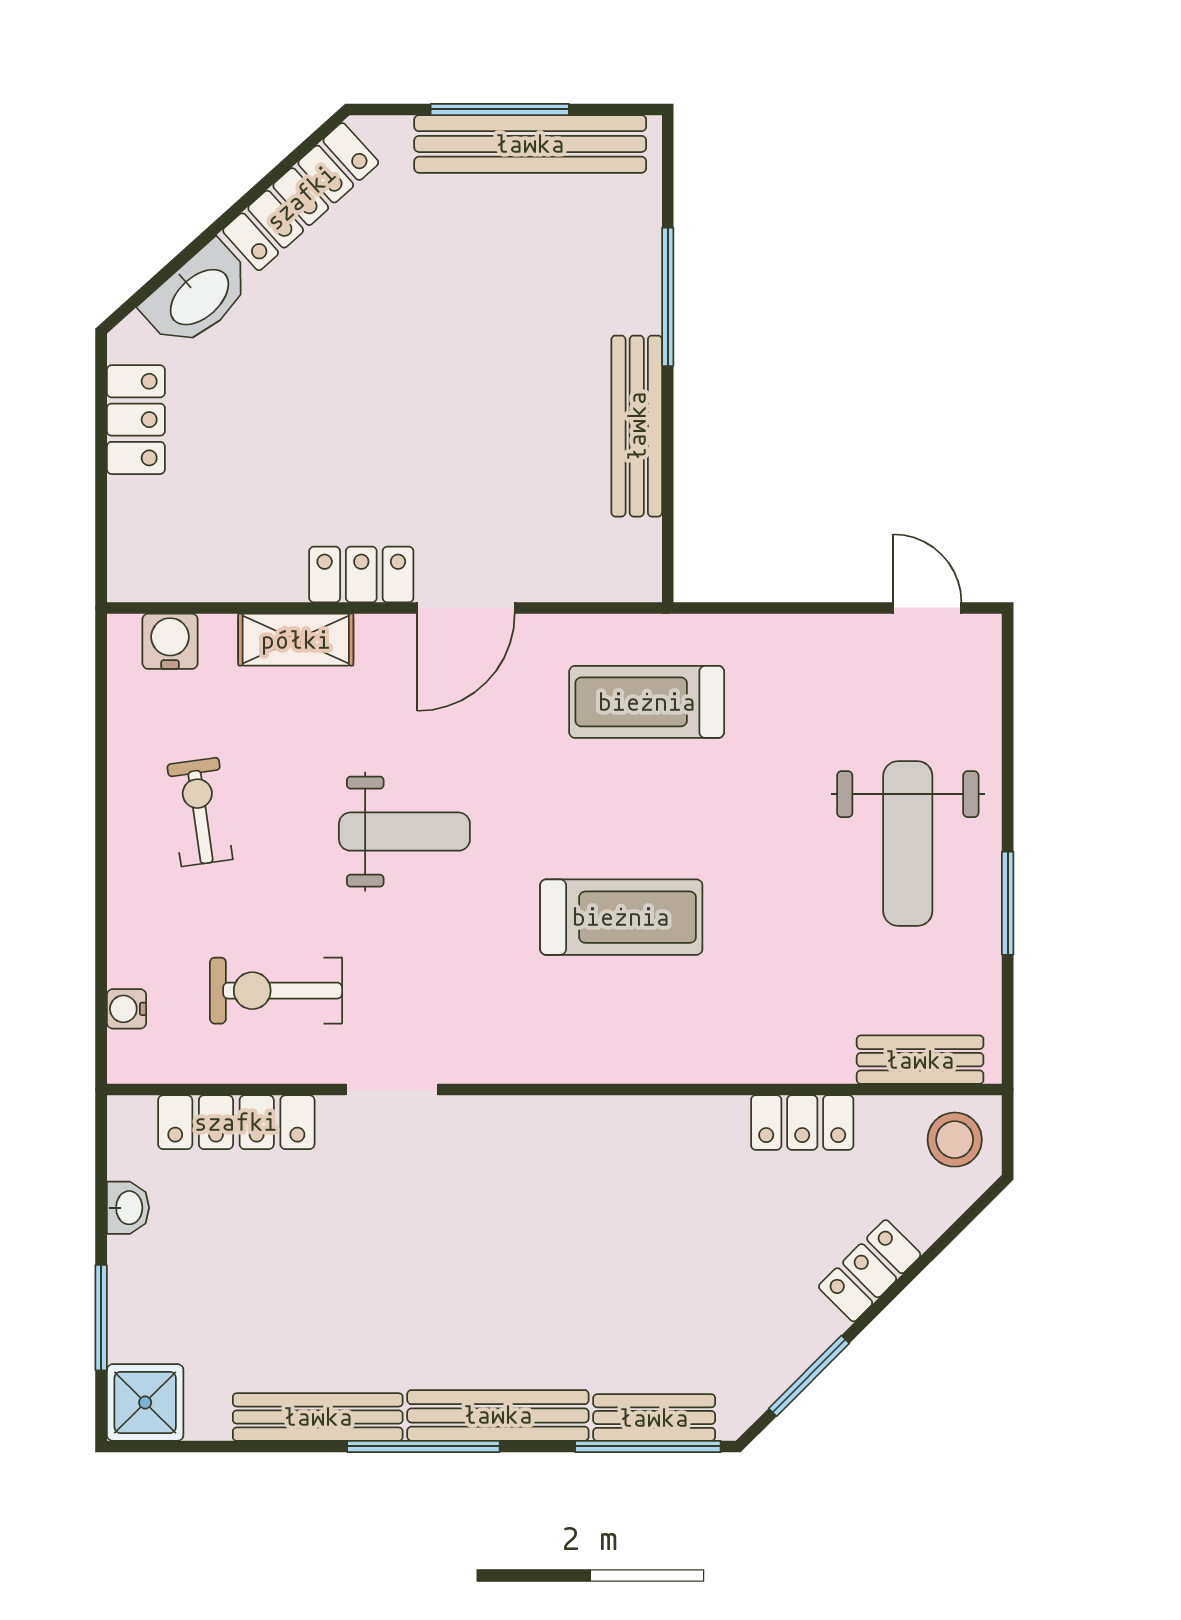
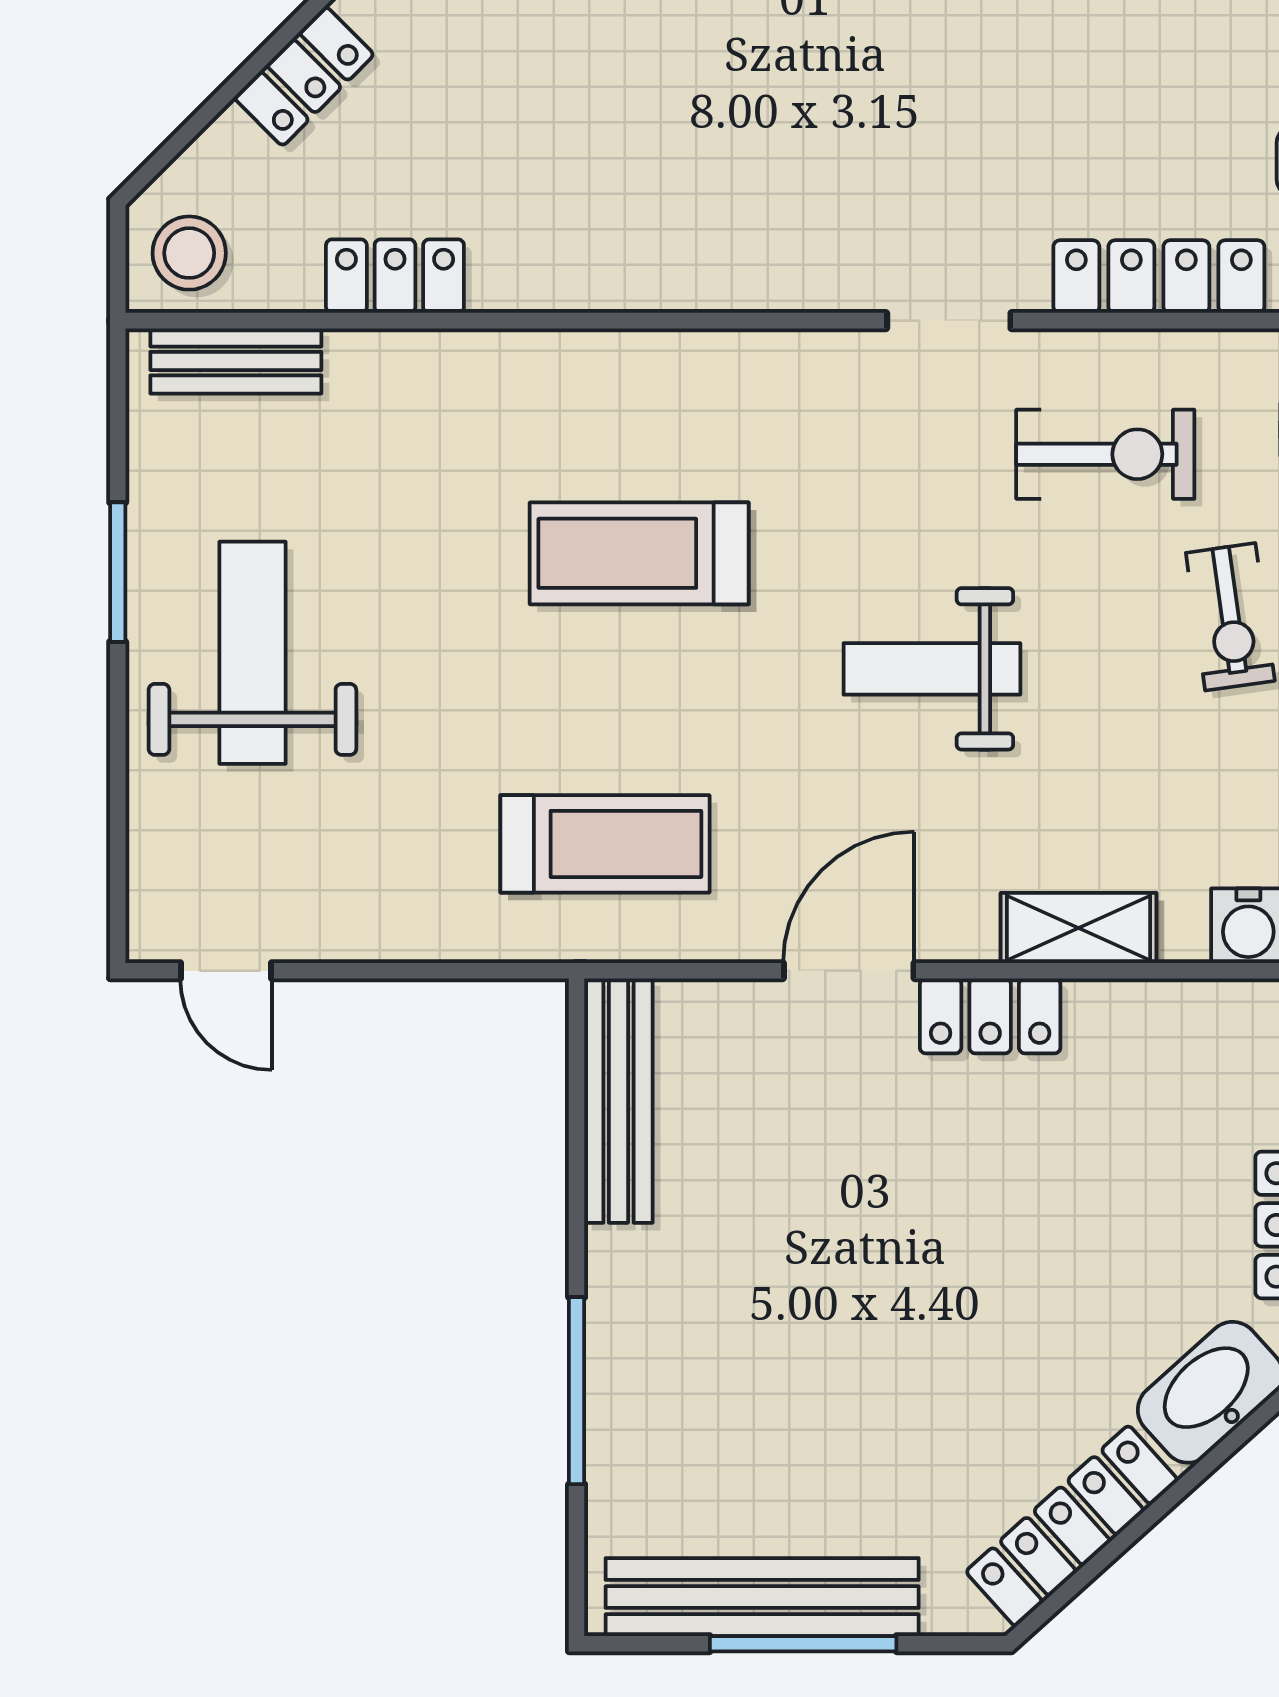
bench: (637, 426) -> (618, 1101), moved
exercise bike: (200, 812) -> (1230, 617), moved

